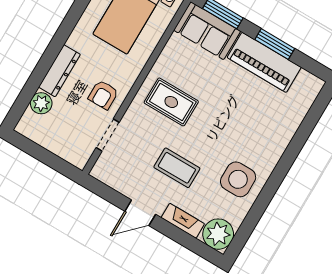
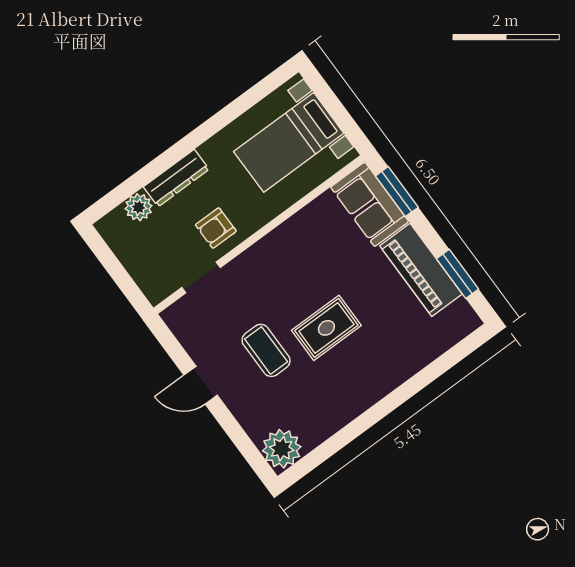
window: (275, 44) -> (457, 274), moved
rug: (171, 102) -> (326, 328), moved, turned 90
side table: (238, 179) -> (332, 394), removed
fireplace: (183, 221) -> (247, 415), removed

